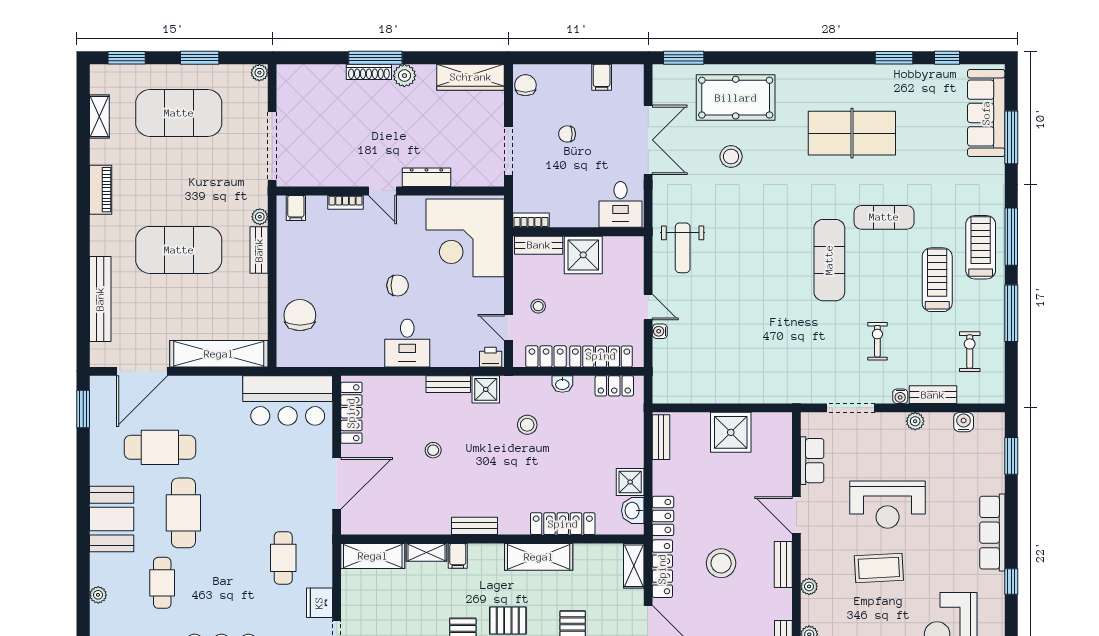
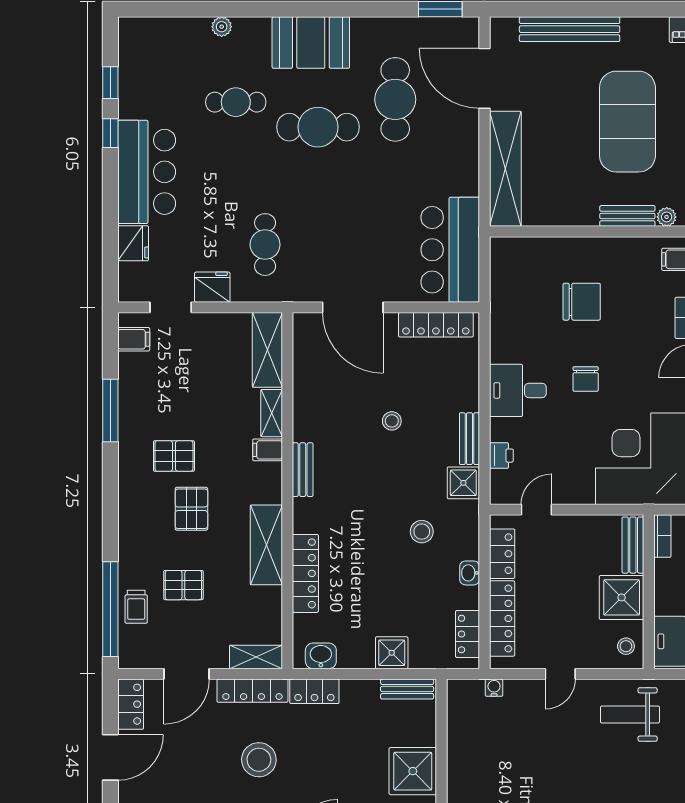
stool: (538, 306) -> (626, 646), moved
chair: (300, 315) -> (582, 302), moved
water cooler: (660, 331) -> (494, 688), moved
printer: (491, 357) -> (501, 456), moved
shower: (630, 482) -> (392, 653), moved
cafe table: (283, 558) -> (265, 245), turned 90

